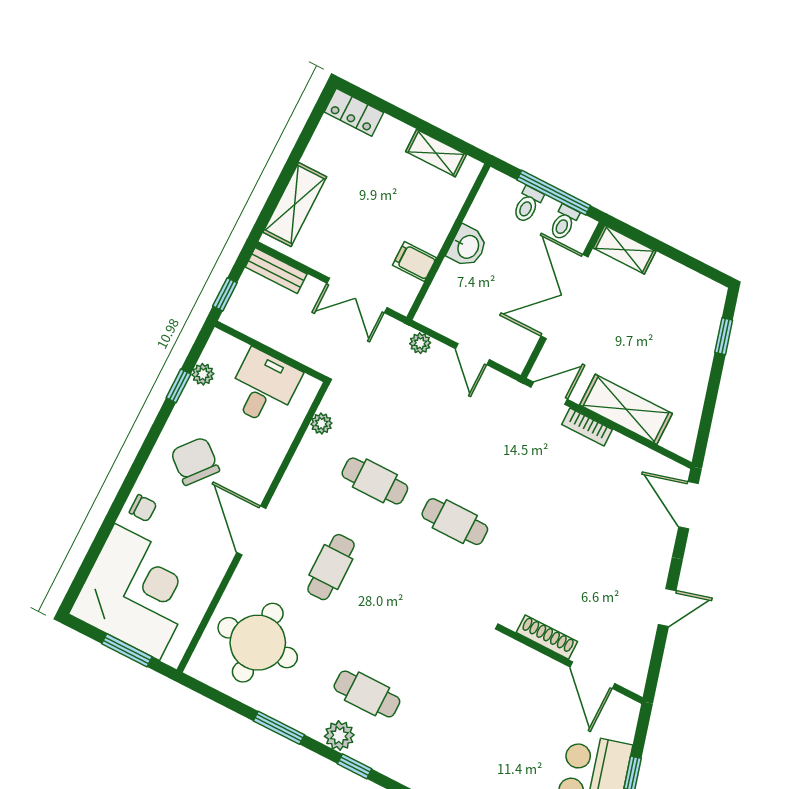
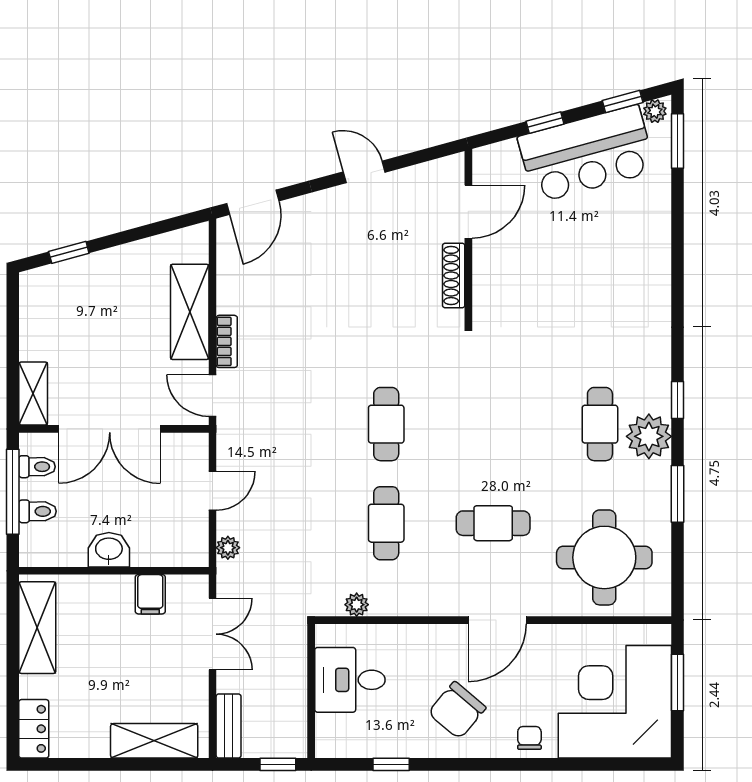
shelving: (436, 153) -> (37, 628), width x1.50, depth x1.33
plant: (203, 374) -> (367, 746), removed
plant: (339, 736) -> (649, 436), width x1.36, depth x1.36

